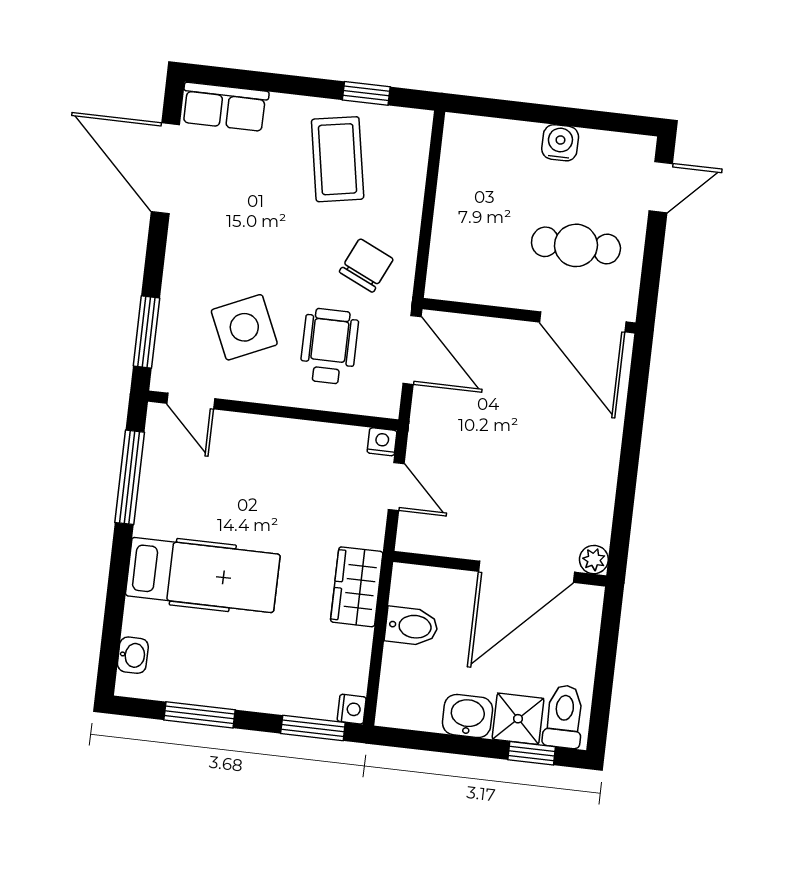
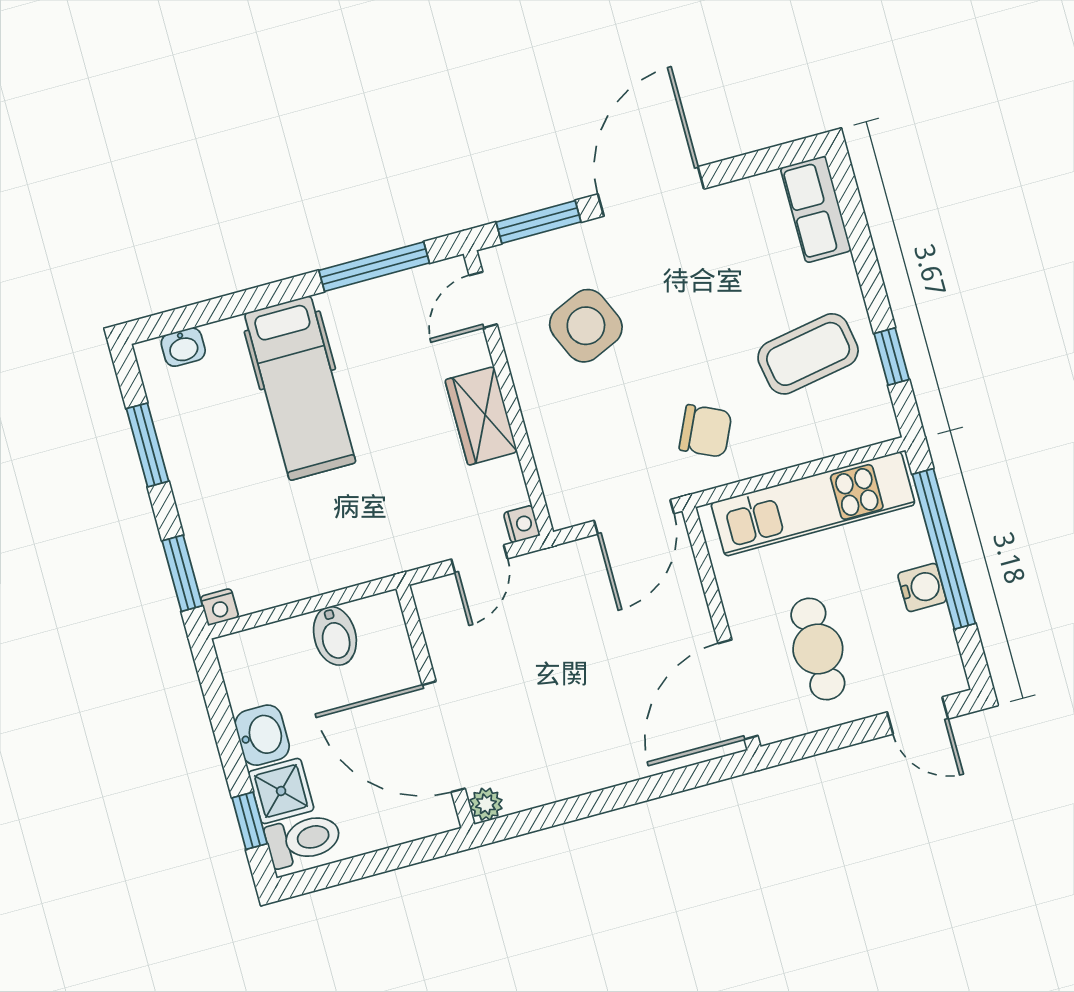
window: (536, 113) -> (944, 549), added
door: (165, 168) -> (651, 191), moved
kitchen unit: (459, 203) -> (813, 504), added
wheelchair: (329, 346) -> (602, 426), removed
wardrobe: (357, 587) -> (481, 416), moved, turned -90

